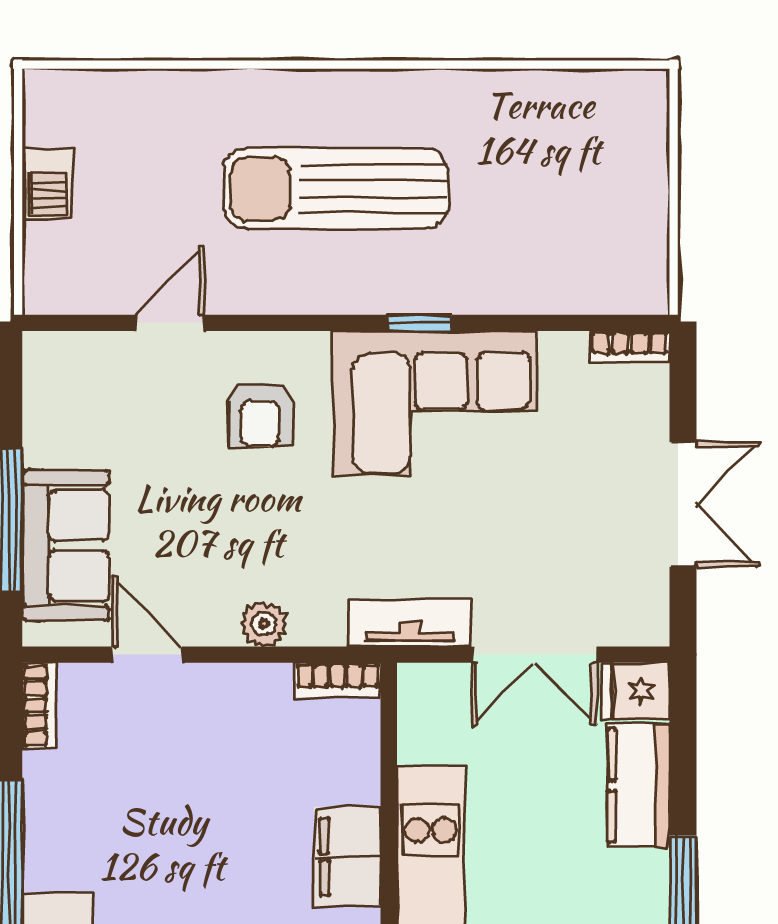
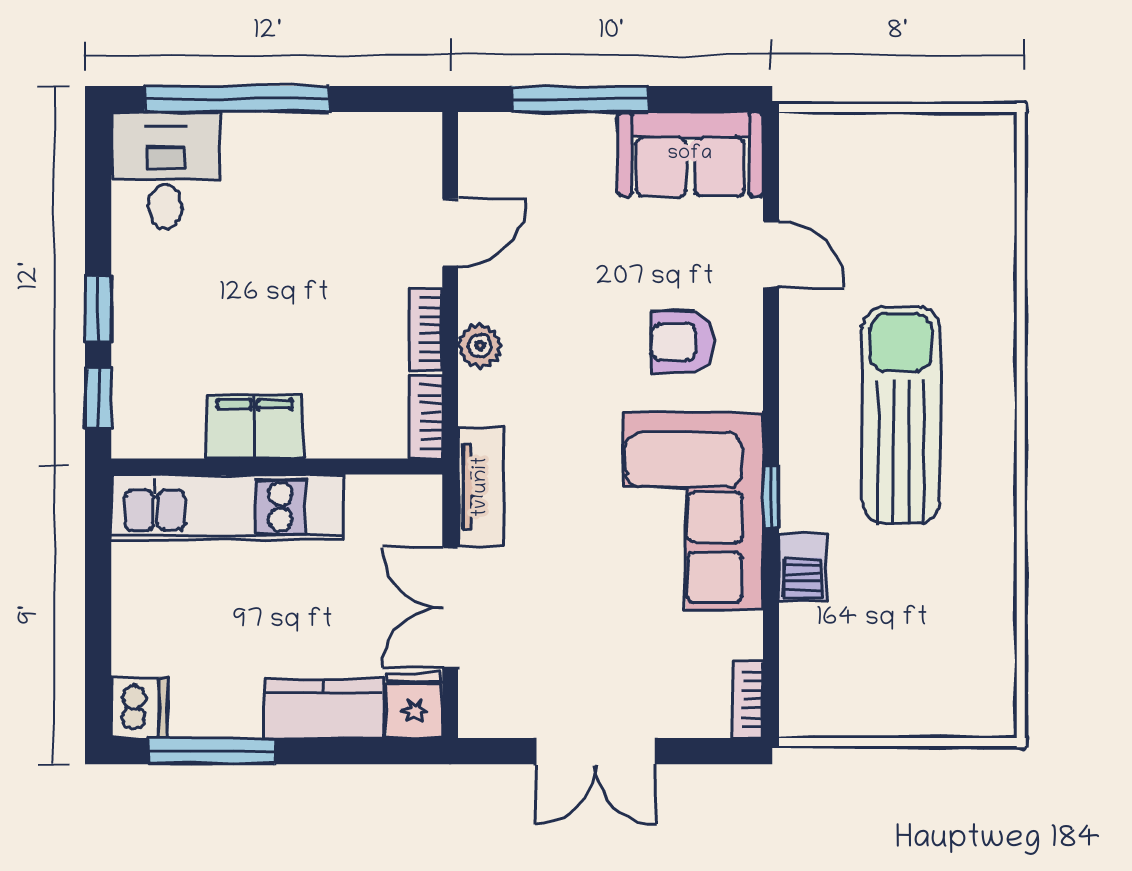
barbecue: (47, 184) -> (803, 567), moved, turned -90
sofa: (66, 546) -> (690, 154), moved
bookcase: (39, 706) -> (426, 330), moved, turned 90

